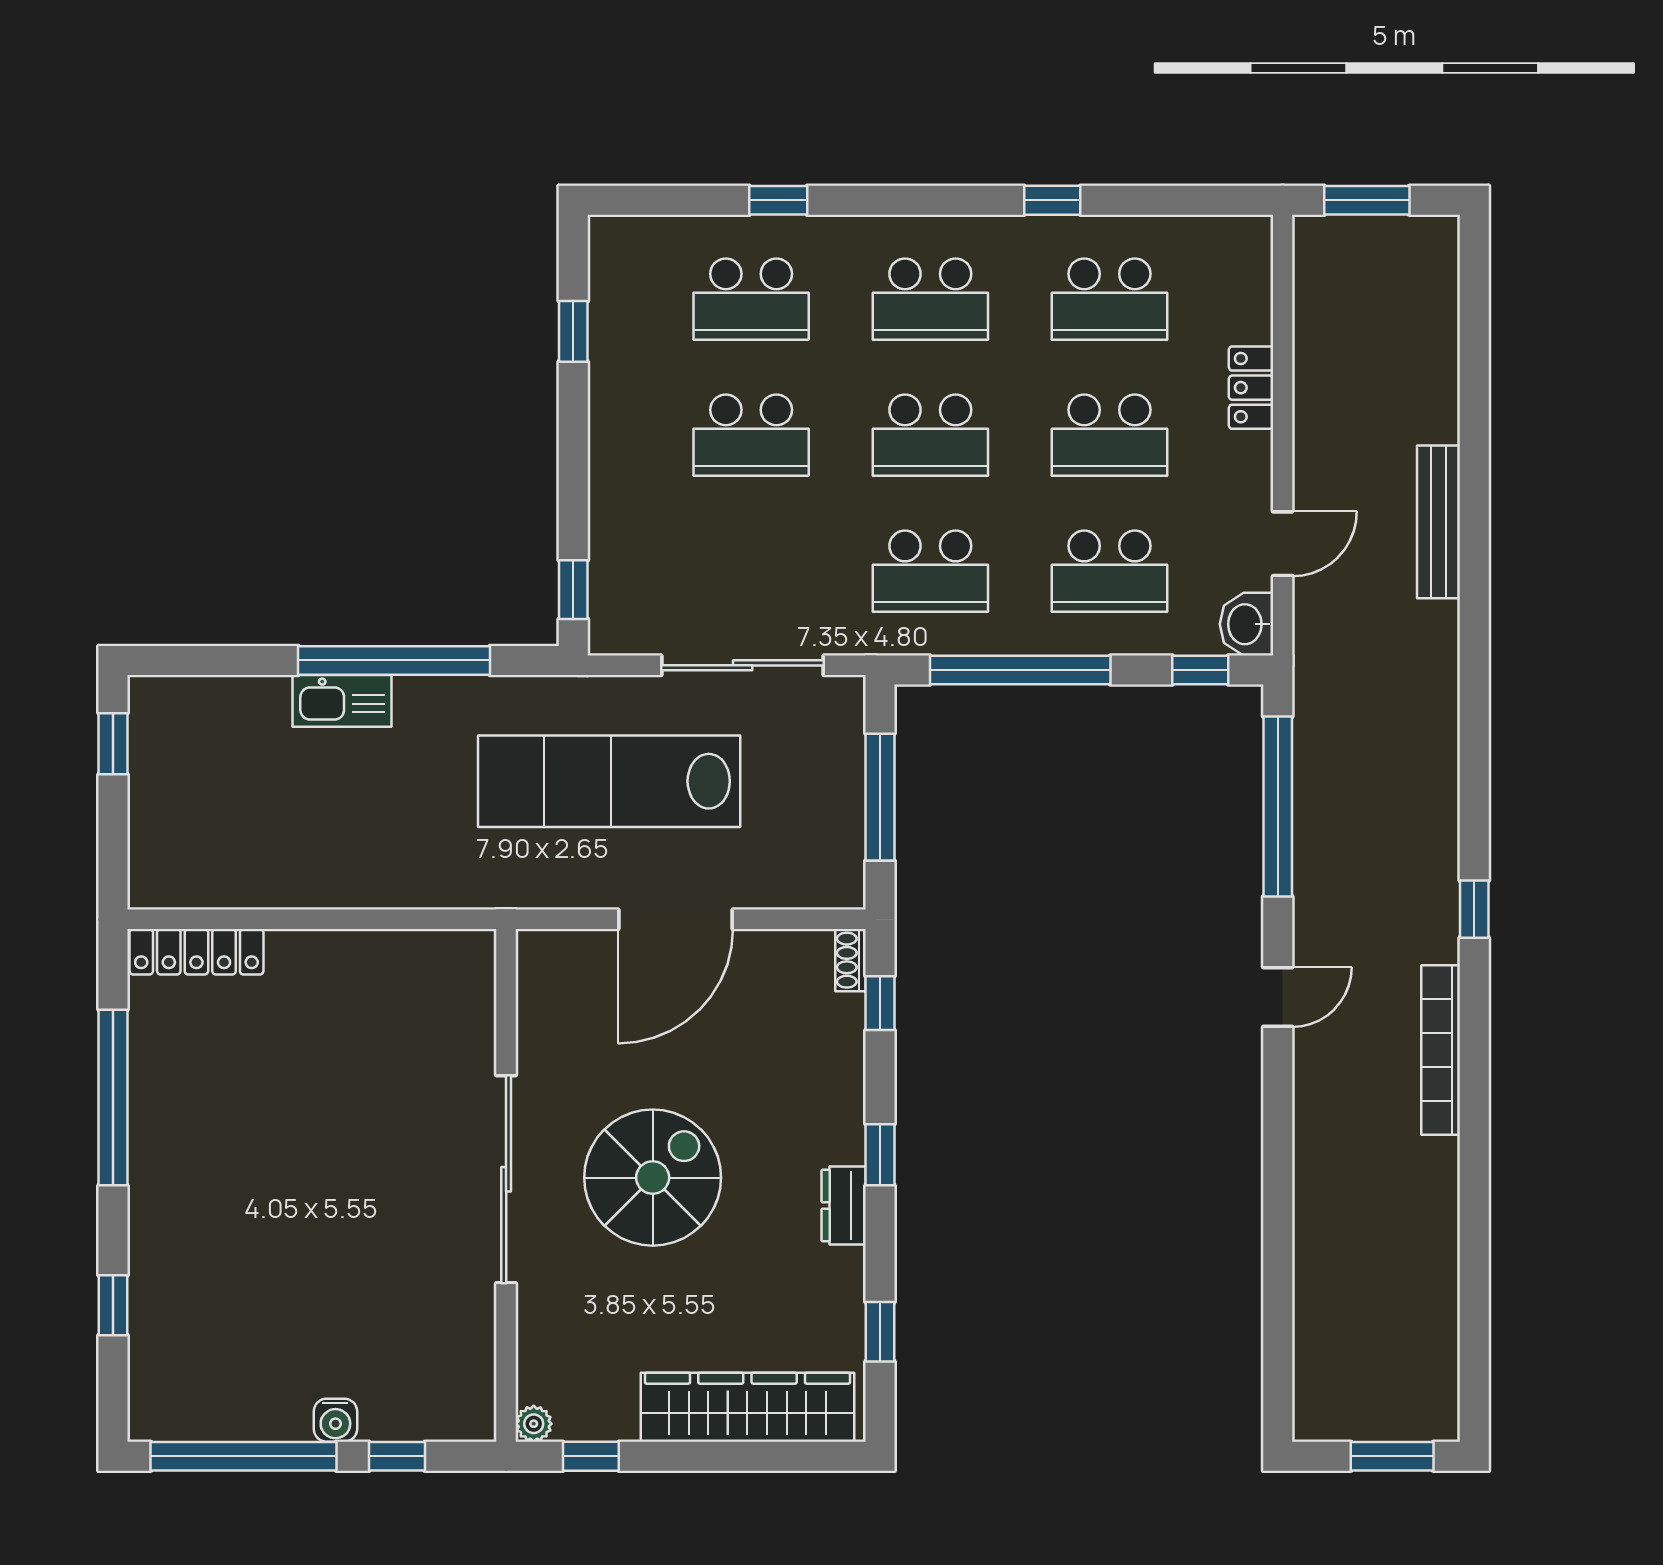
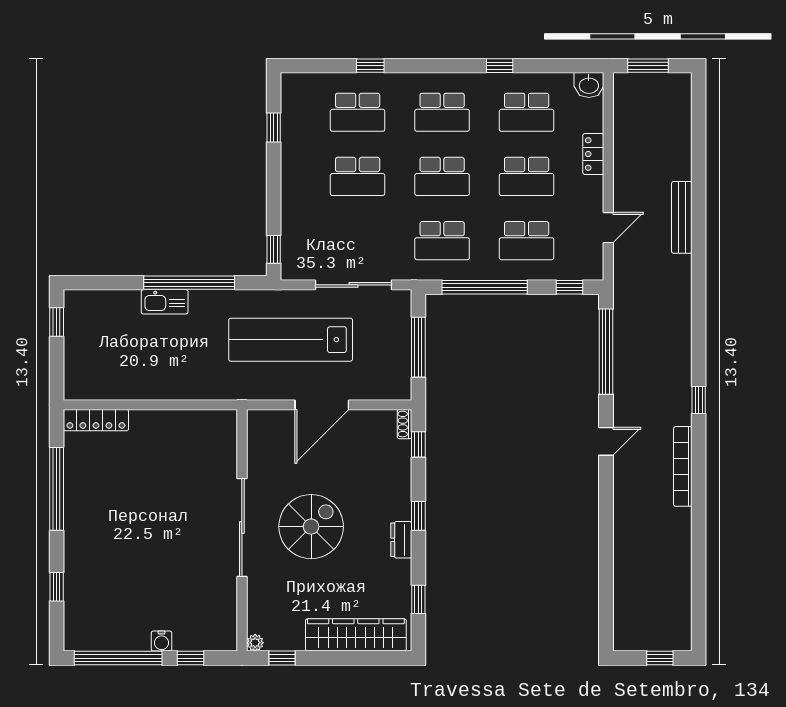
washbasin: (1246, 624) -> (589, 85), moved, turned -90
window: (1392, 1456) -> (660, 658), width x0.67

